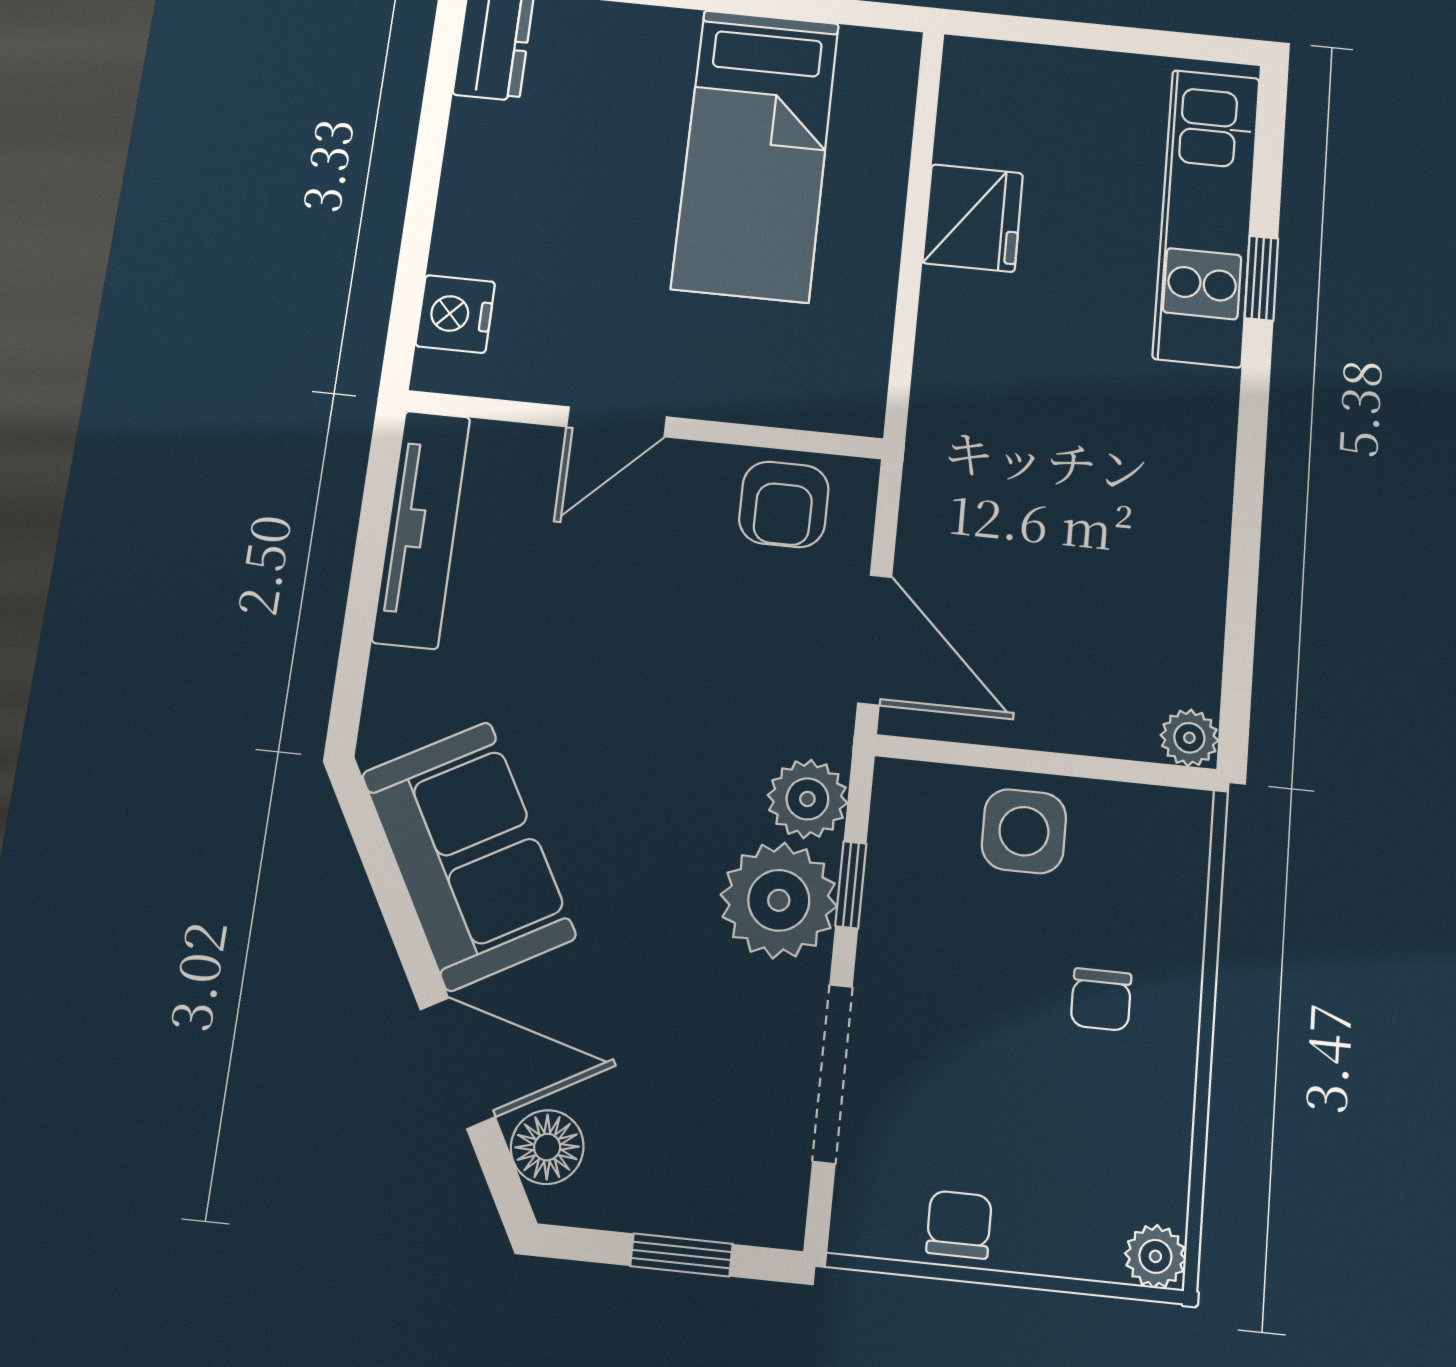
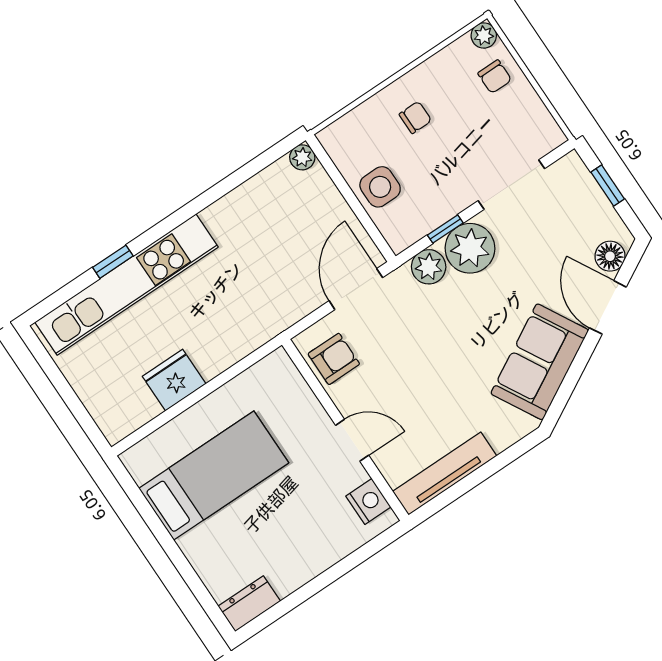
kitchen unit: (1207, 217) -> (127, 285), width x1.36
nightstand: (455, 314) -> (368, 502), moved, turned -90
chair: (959, 1225) -> (495, 77), moved, turned -90

